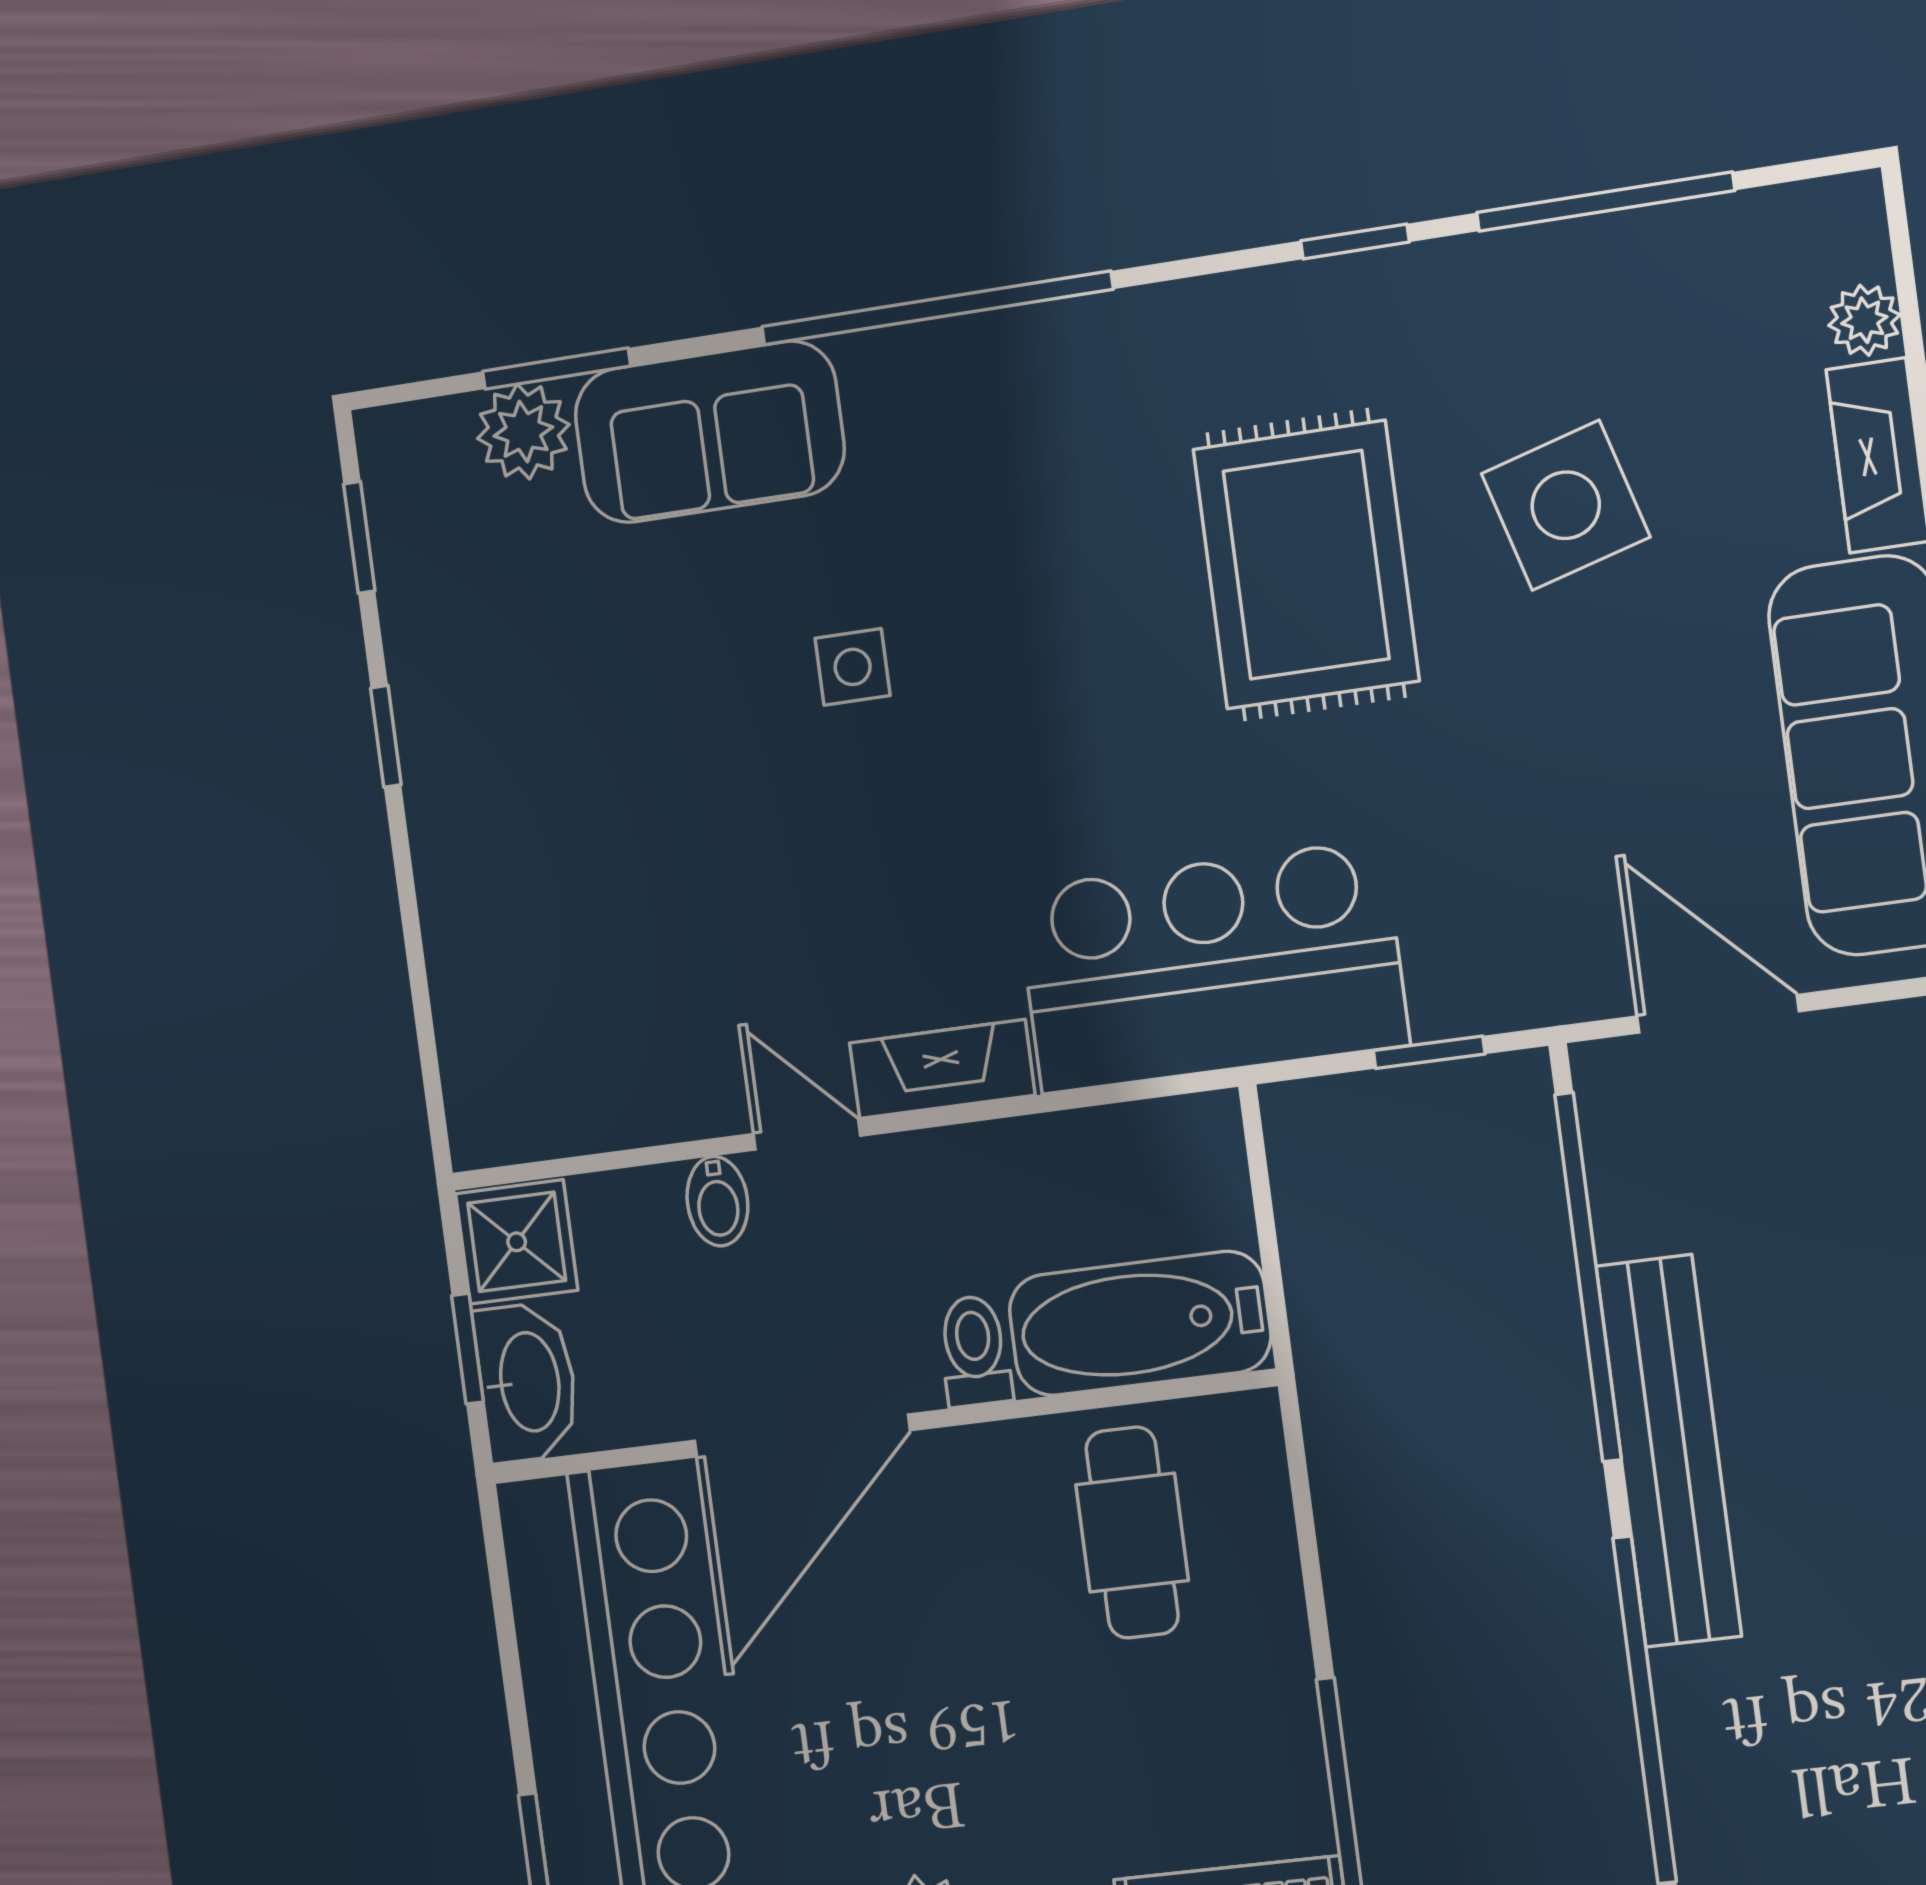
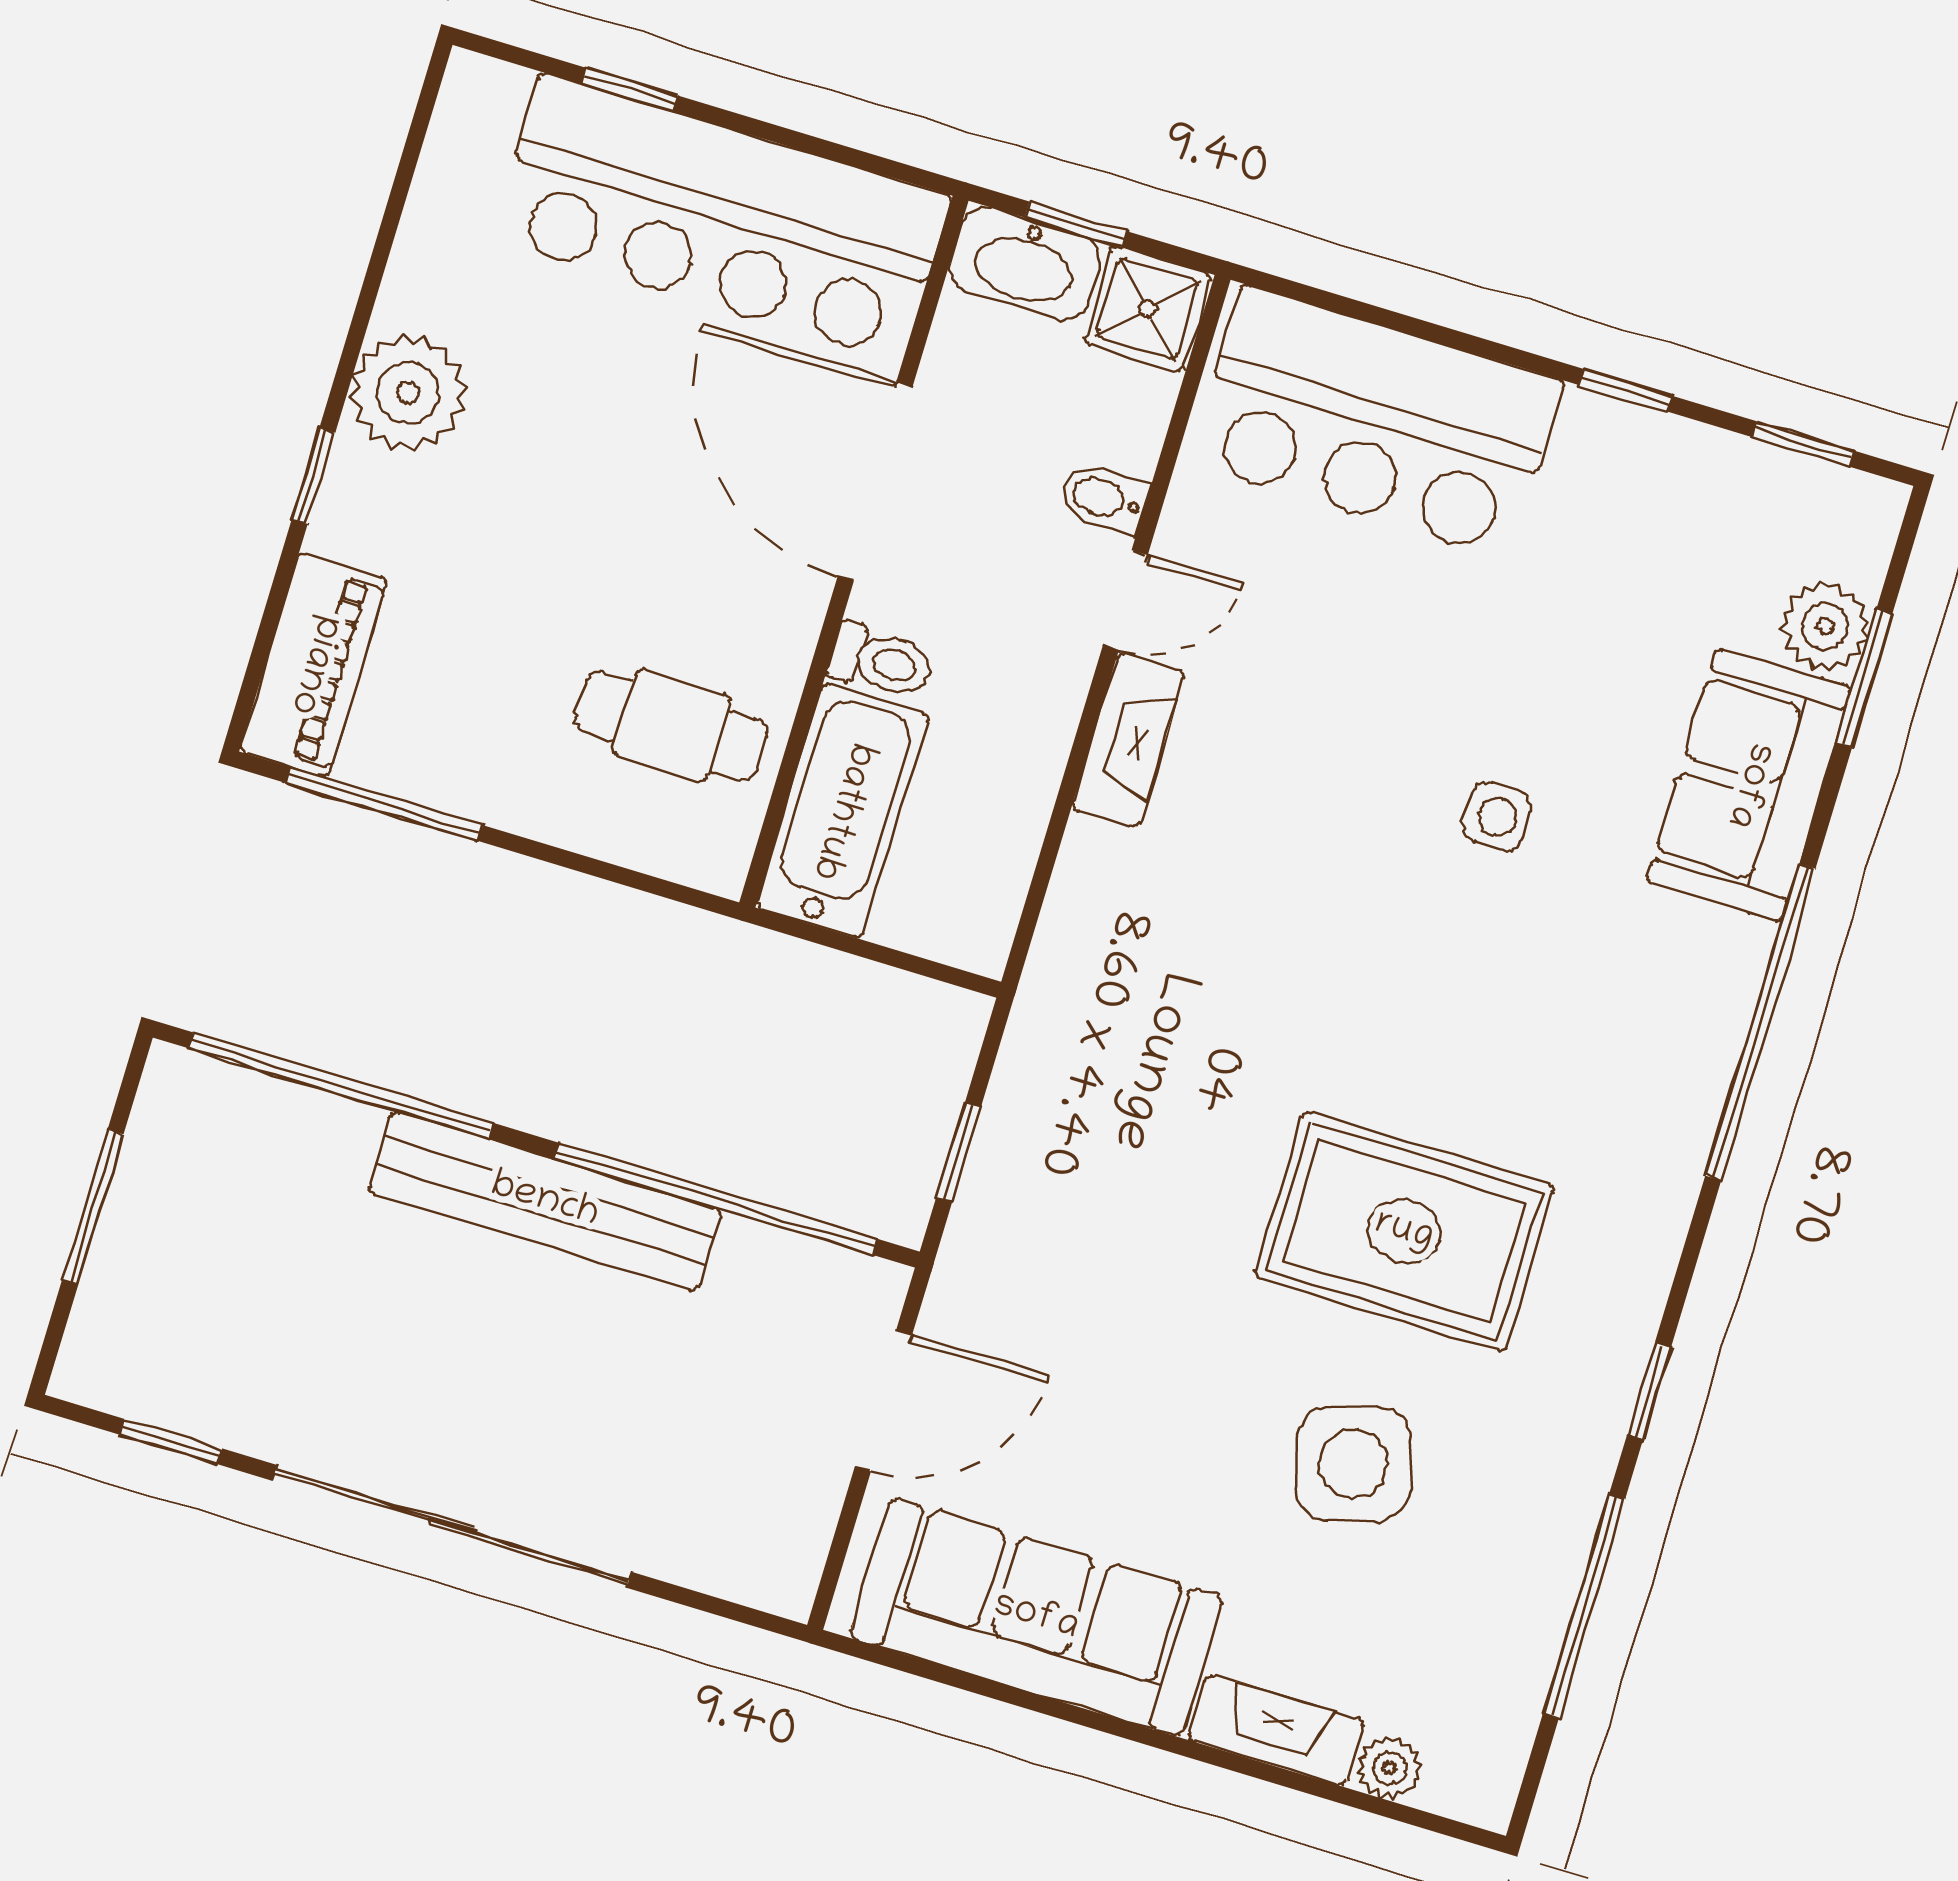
bar counter: (1212, 967) -> (1377, 422), moved, turned 90

